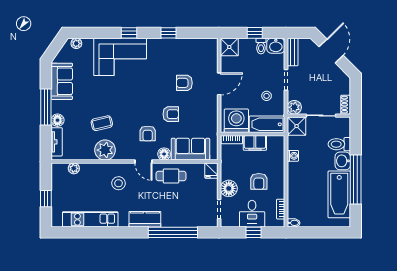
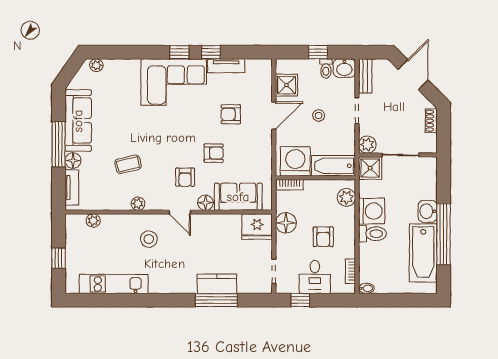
window: (129, 33) -> (179, 52), moved
tv unit: (181, 44) -> (226, 66), added
shower: (229, 47) -> (287, 85), moved
corner sofa: (120, 57) -> (174, 82), moved
sofa: (62, 81) -> (78, 121), width x1.36
stool: (267, 96) -> (319, 115), moved
shoe rack: (346, 105) -> (431, 121), moved
filing cabinet: (255, 143) -> (318, 189), removed
toilet: (339, 144) -> (372, 234), moved, turned 180
plant: (105, 150) -> (138, 204), width x0.53, depth x0.53
plant: (277, 150) -> (346, 197), added
washing machine: (293, 156) -> (372, 211), width x1.89, depth x1.89
fridge: (211, 171) -> (257, 227), width x1.88, depth x1.34
cafe table: (171, 176) -> (214, 230), removed
floor lamp: (229, 188) -> (286, 223), moved
kitchen counter: (145, 219) -> (217, 284), moved
window: (173, 232) -> (216, 300), width x0.68
window: (254, 232) -> (300, 300), moved

